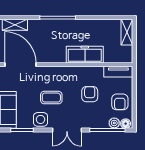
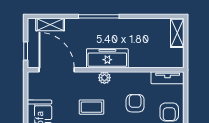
freezer: (85, 55) -> (107, 58), moved
plant: (63, 72) -> (104, 78), added

